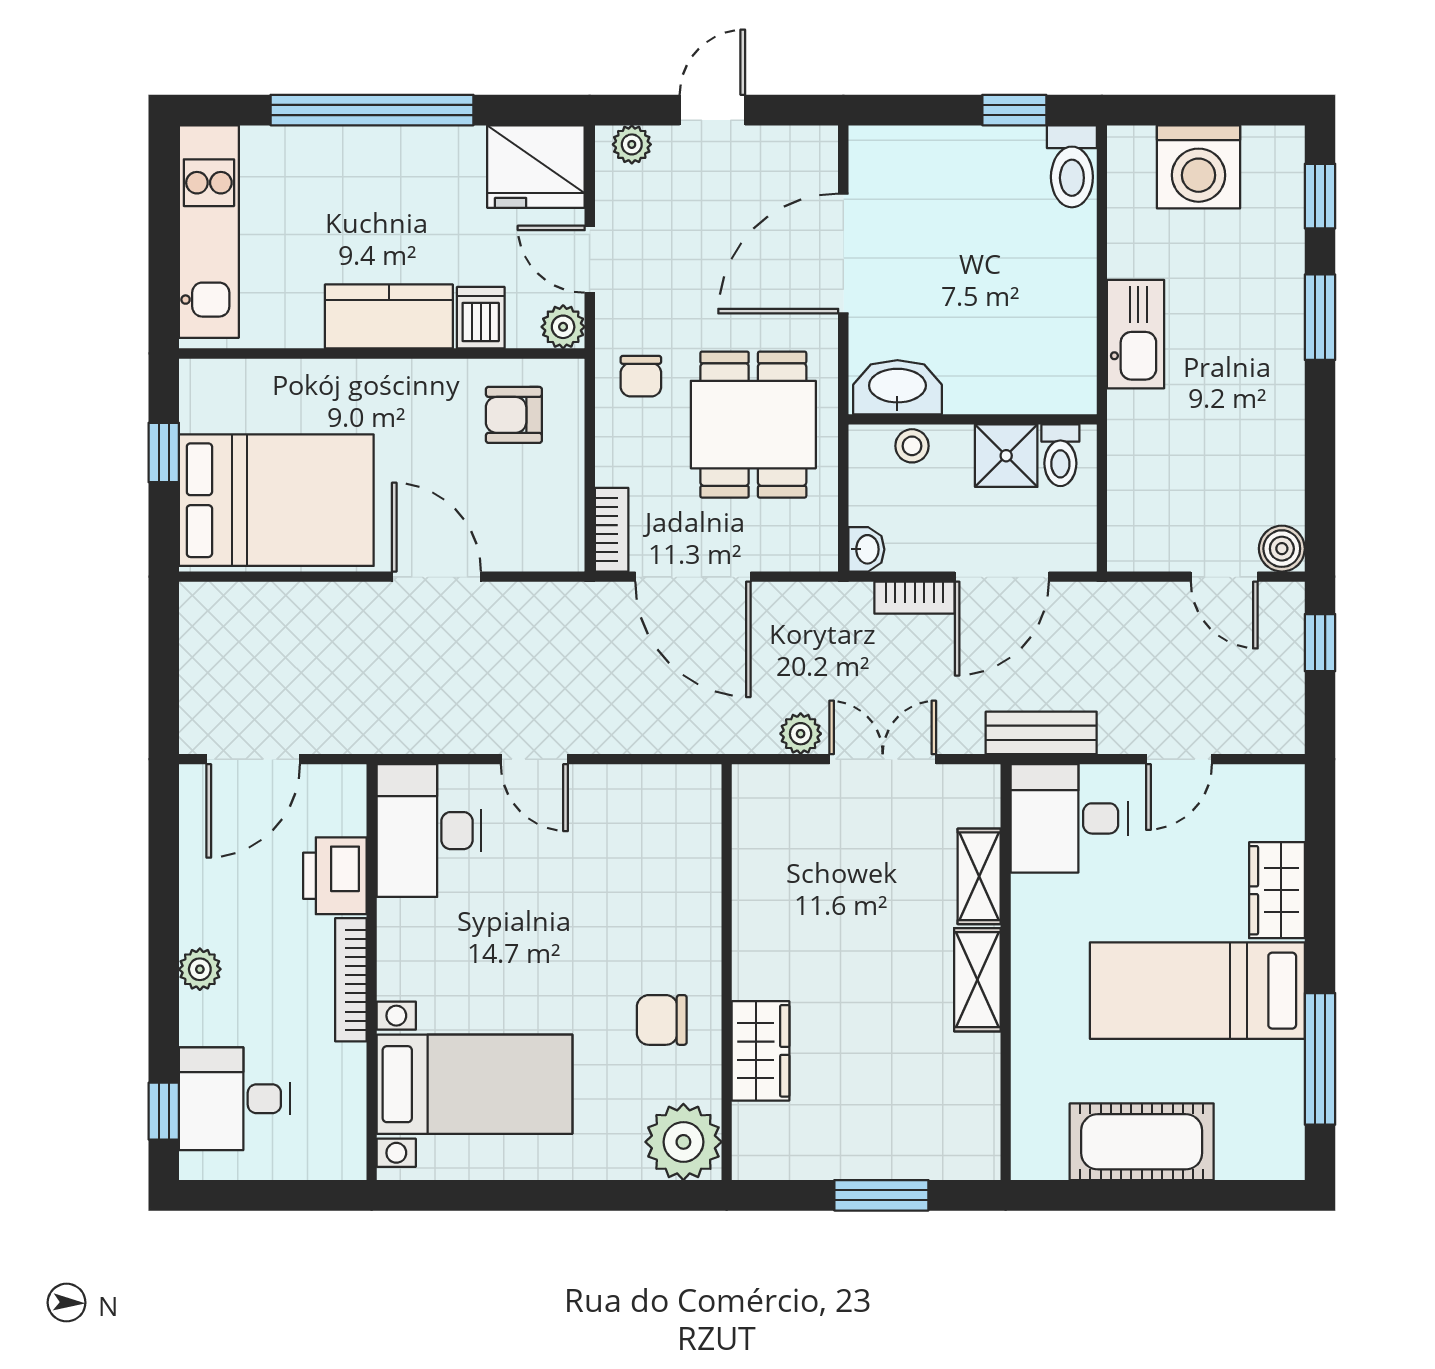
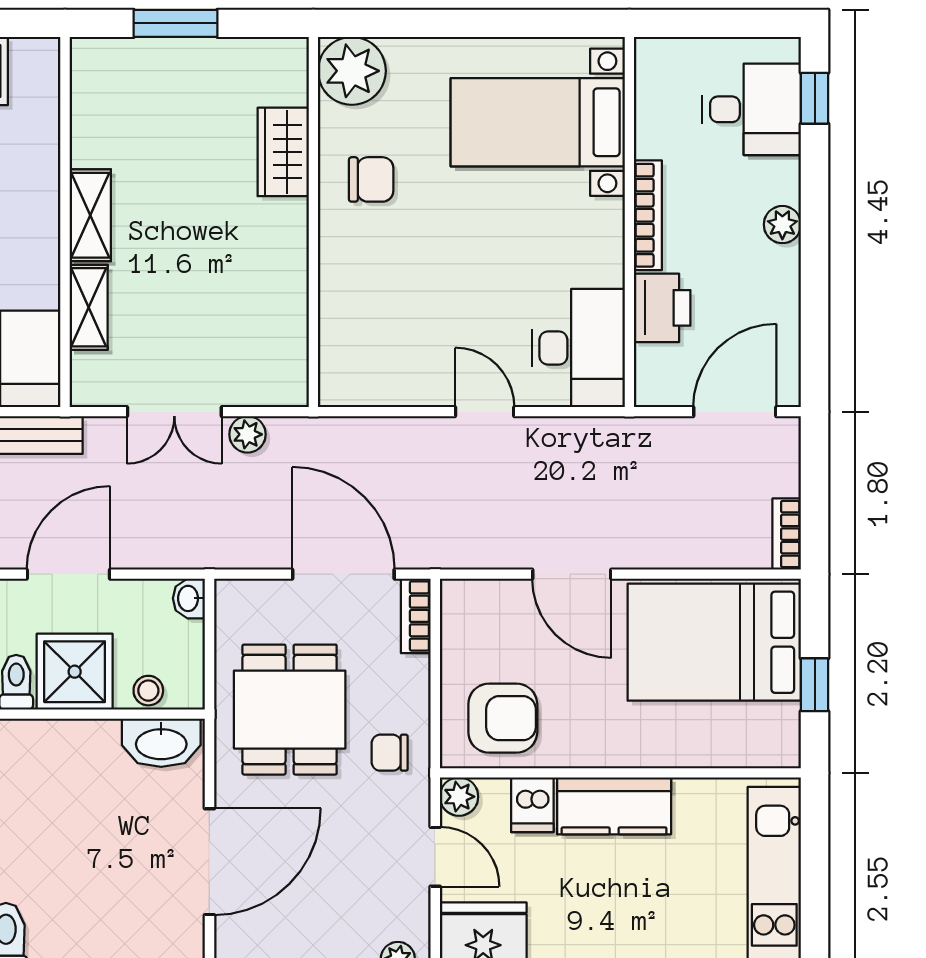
chair: (641, 376) -> (390, 753), turned -90
armchair: (514, 415) -> (503, 718), width x1.38, depth x1.38
shower: (1006, 456) -> (75, 672), width x1.36, depth x1.36
bookcase: (915, 598) -> (787, 534), moved, turned -90

